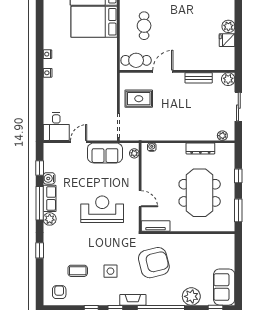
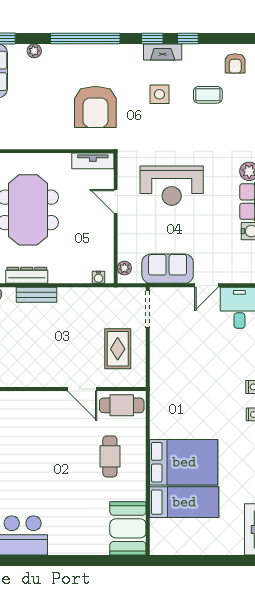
door: (163, 71) -> (82, 389), hinge flipped
bench: (199, 78) -> (36, 295), moved
rug: (139, 99) -> (118, 349), turned 90
armchair: (154, 263) -> (95, 107), turned -76
plant: (191, 296) -> (34, 51), width x0.53, depth x0.53
fireplace: (133, 300) -> (163, 52), moved

